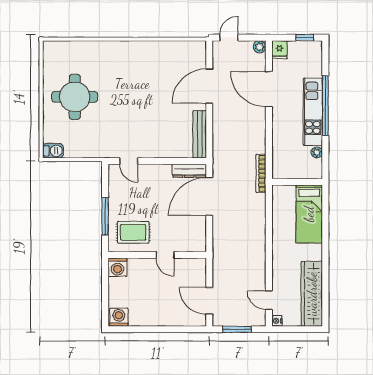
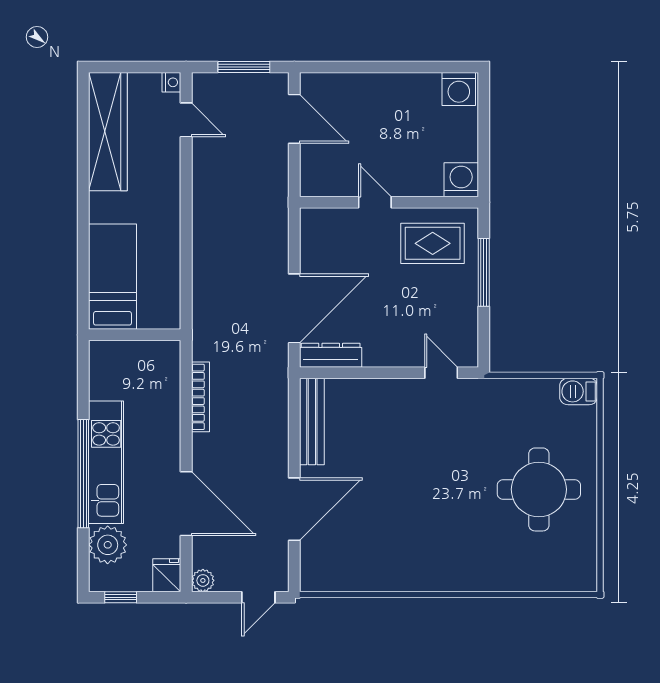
plant: (317, 152) -> (108, 545), moved, width x1.87, depth x1.87
bookcase: (261, 173) -> (200, 397), moved

